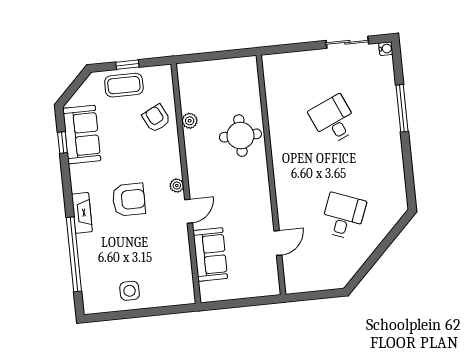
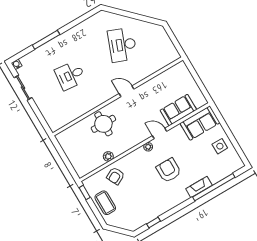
window: (127, 65) -> (85, 192), moved
desk: (334, 120) -> (70, 75), turned 30
sofa: (82, 135) -> (200, 123), moved, turned 180
fireplace: (82, 213) -> (199, 187), moved
desk: (343, 216) -> (122, 45), width x1.37
door: (278, 243) -> (127, 91), moved

